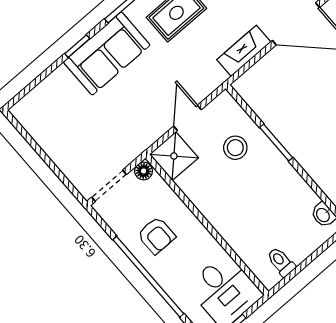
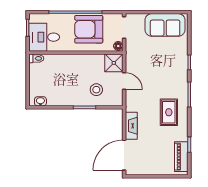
sofa: (107, 54) -> (165, 25), moved, turned -90
armchair: (156, 235) -> (89, 29), width x1.88, depth x1.88
toilet: (281, 262) -> (36, 58), moved

